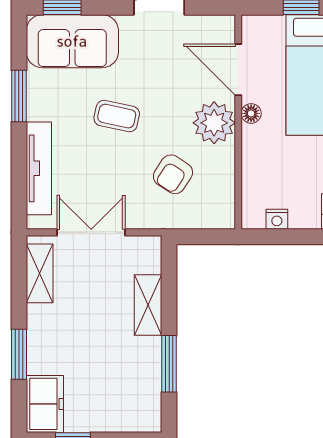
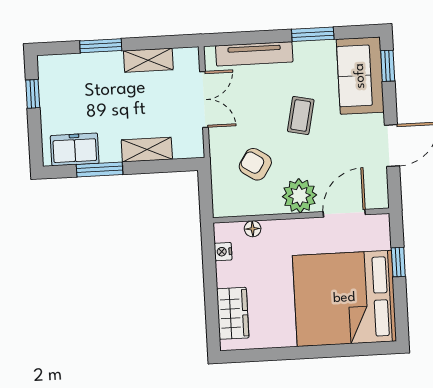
floor lamp: (251, 113) -> (253, 229), moved
shelving: (40, 273) -> (148, 60), moved
freezer: (45, 404) -> (75, 149), moved, turned 180

